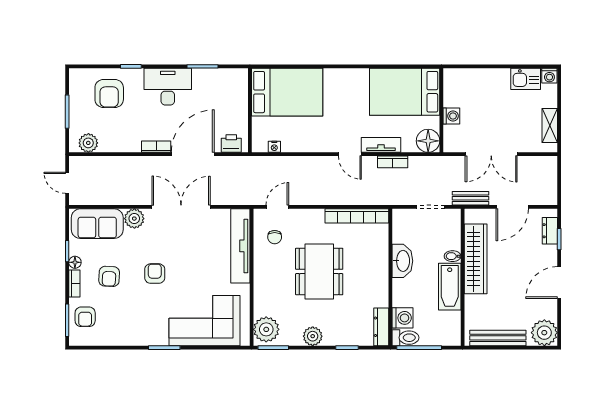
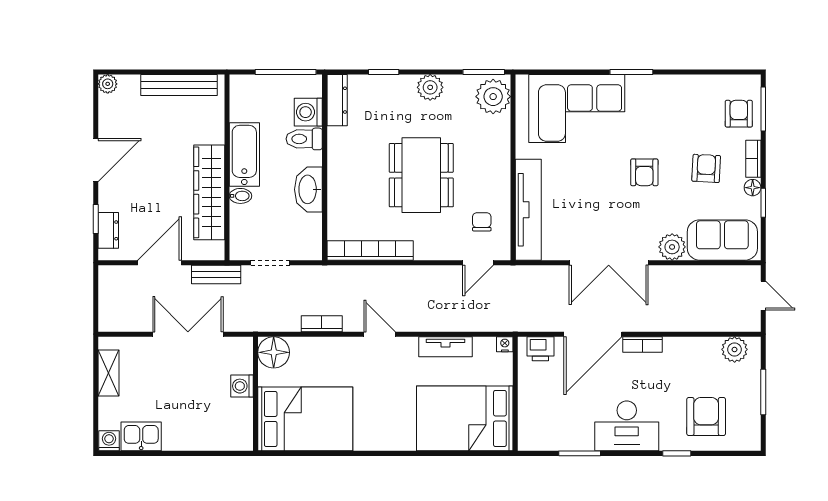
tv unit: (381, 145) -> (446, 347), moved
nightstand: (274, 147) -> (505, 344), moved
plant: (544, 333) -> (108, 84), width x0.53, depth x0.53
toilet: (406, 338) -> (304, 139), moved

